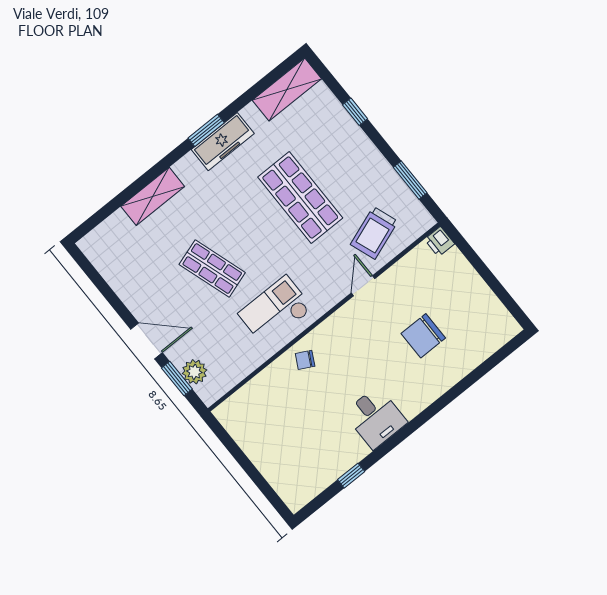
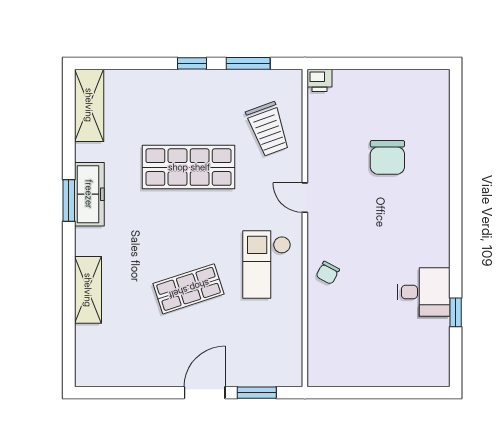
window: (355, 112) -> (192, 63), moved
door: (363, 286) -> (305, 198), moved
plant: (194, 372) -> (263, 373), removed
desk: (375, 418) -> (424, 292), moved

